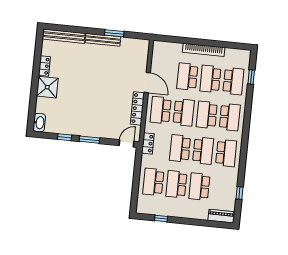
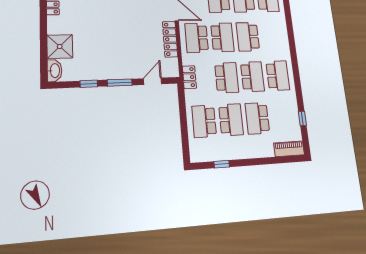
shower: (47, 87) -> (60, 46), moved
school desk: (230, 117) -> (273, 36), removed
door: (126, 143) -> (153, 81), moved
school desk: (180, 148) -> (227, 78), turned 180
school desk: (176, 184) -> (231, 120), turned 180

